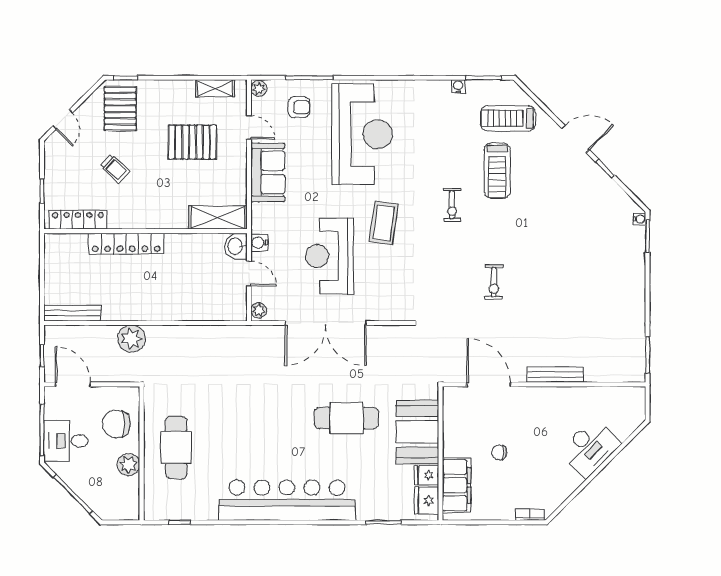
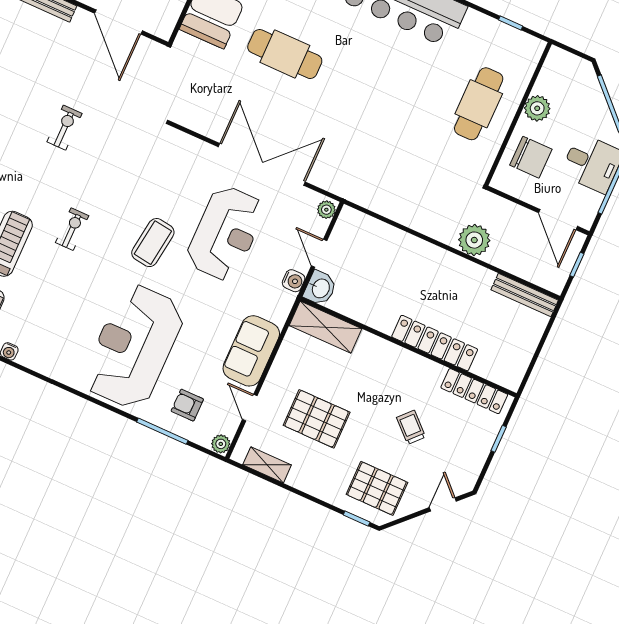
pallet: (120, 109) -> (377, 488), turned 90

